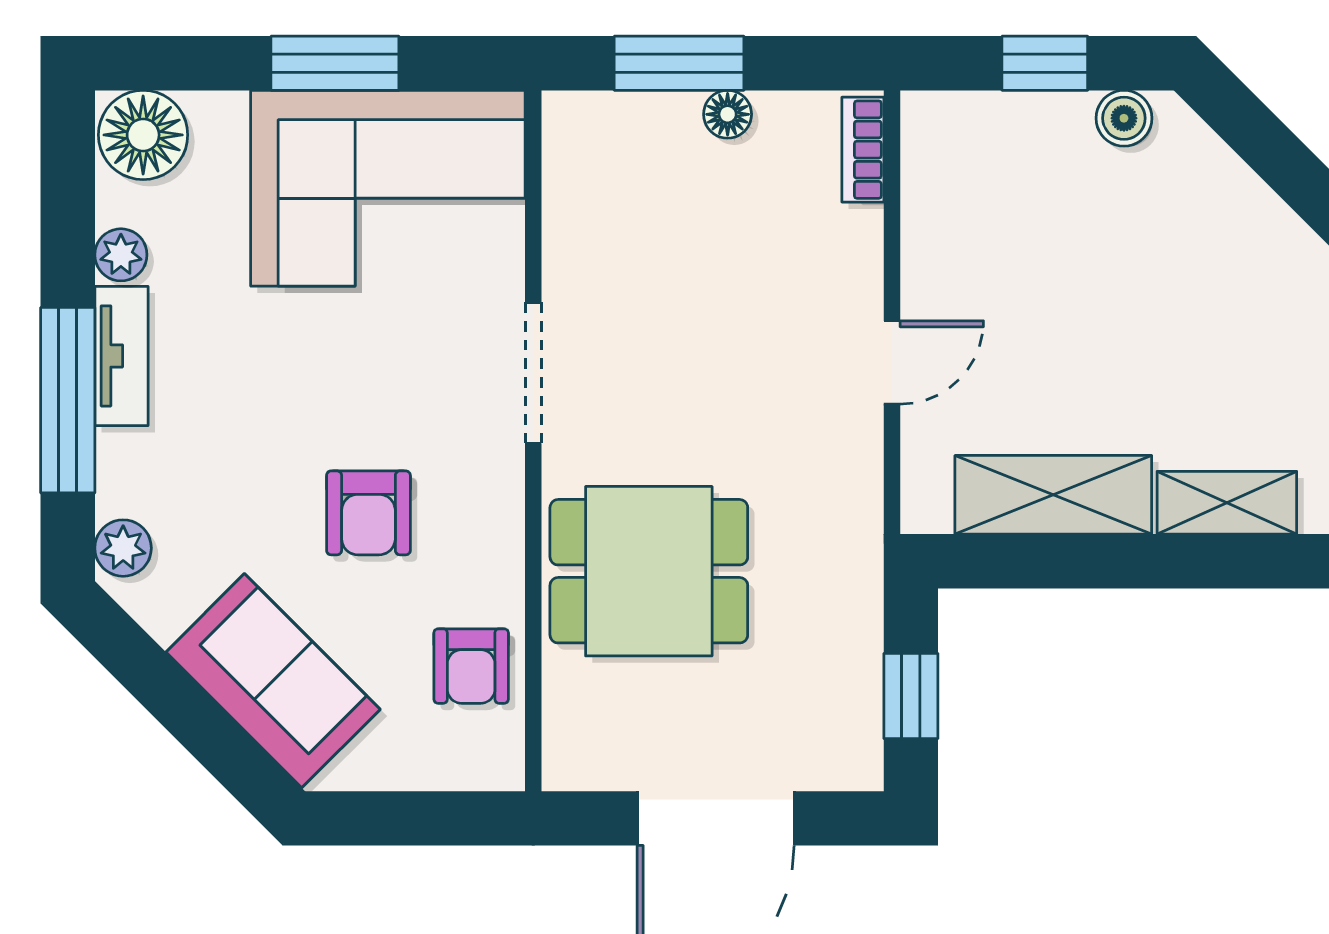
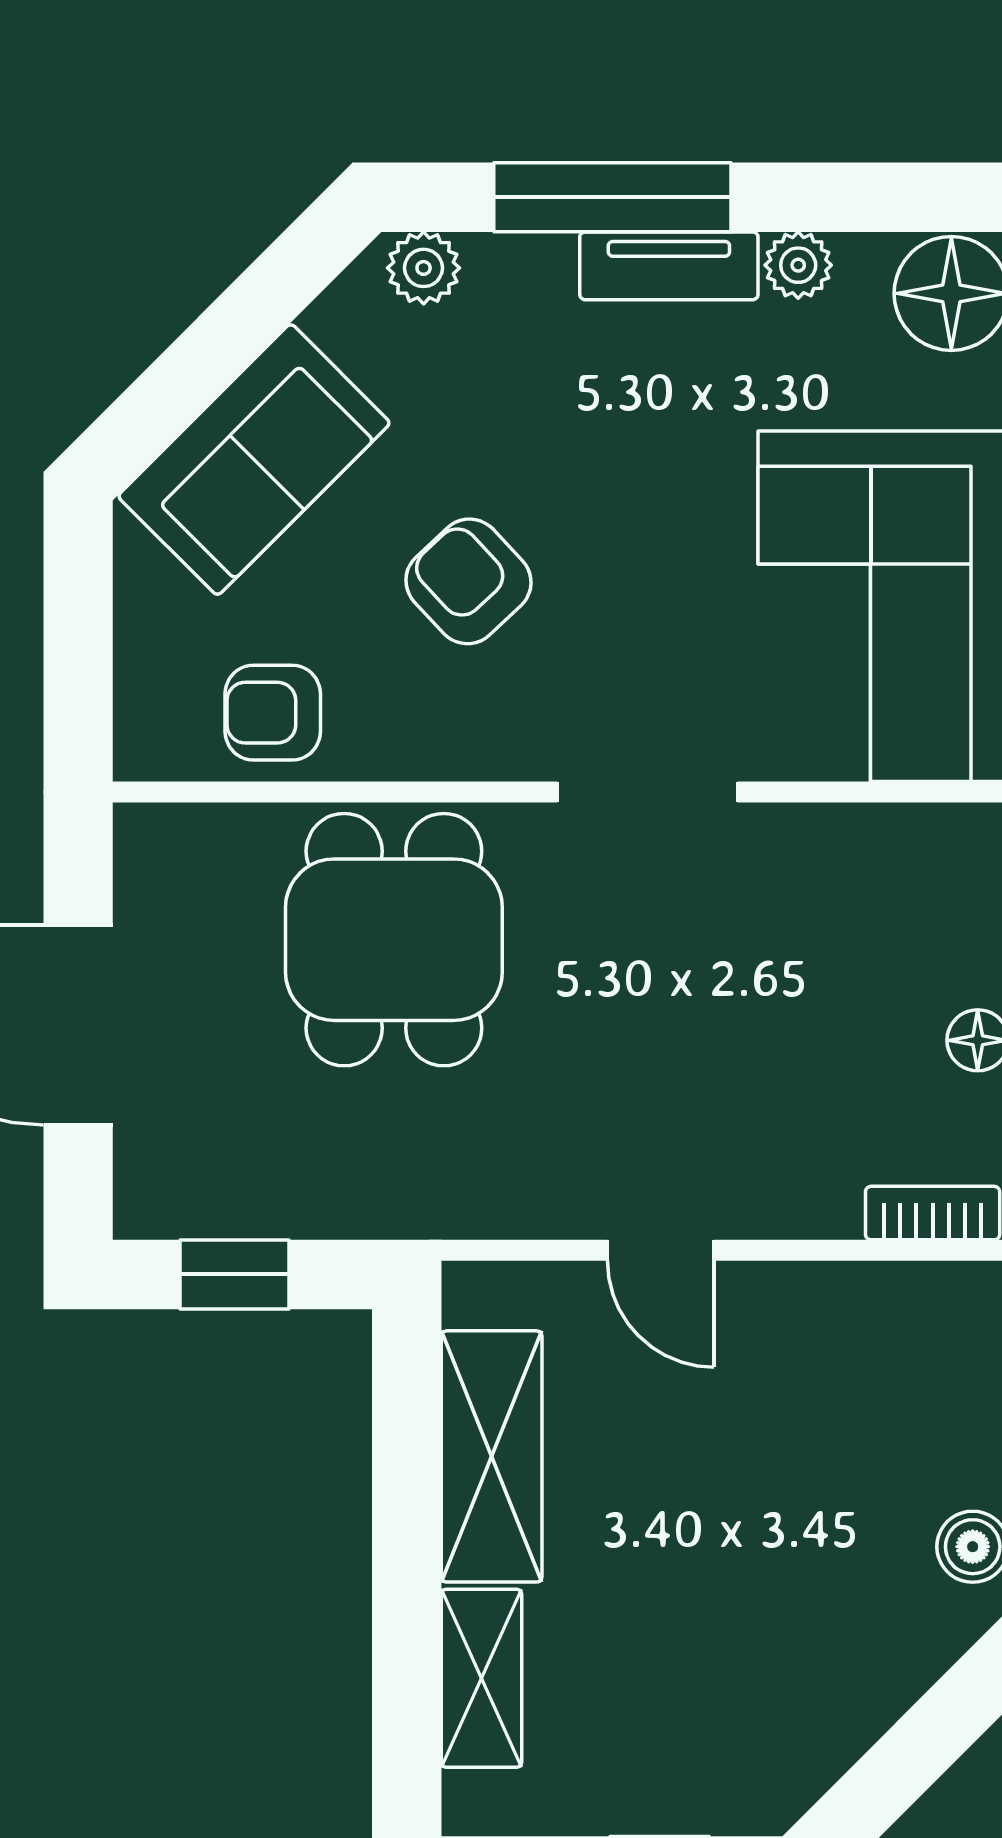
armchair: (368, 513) -> (468, 581), turned 47

